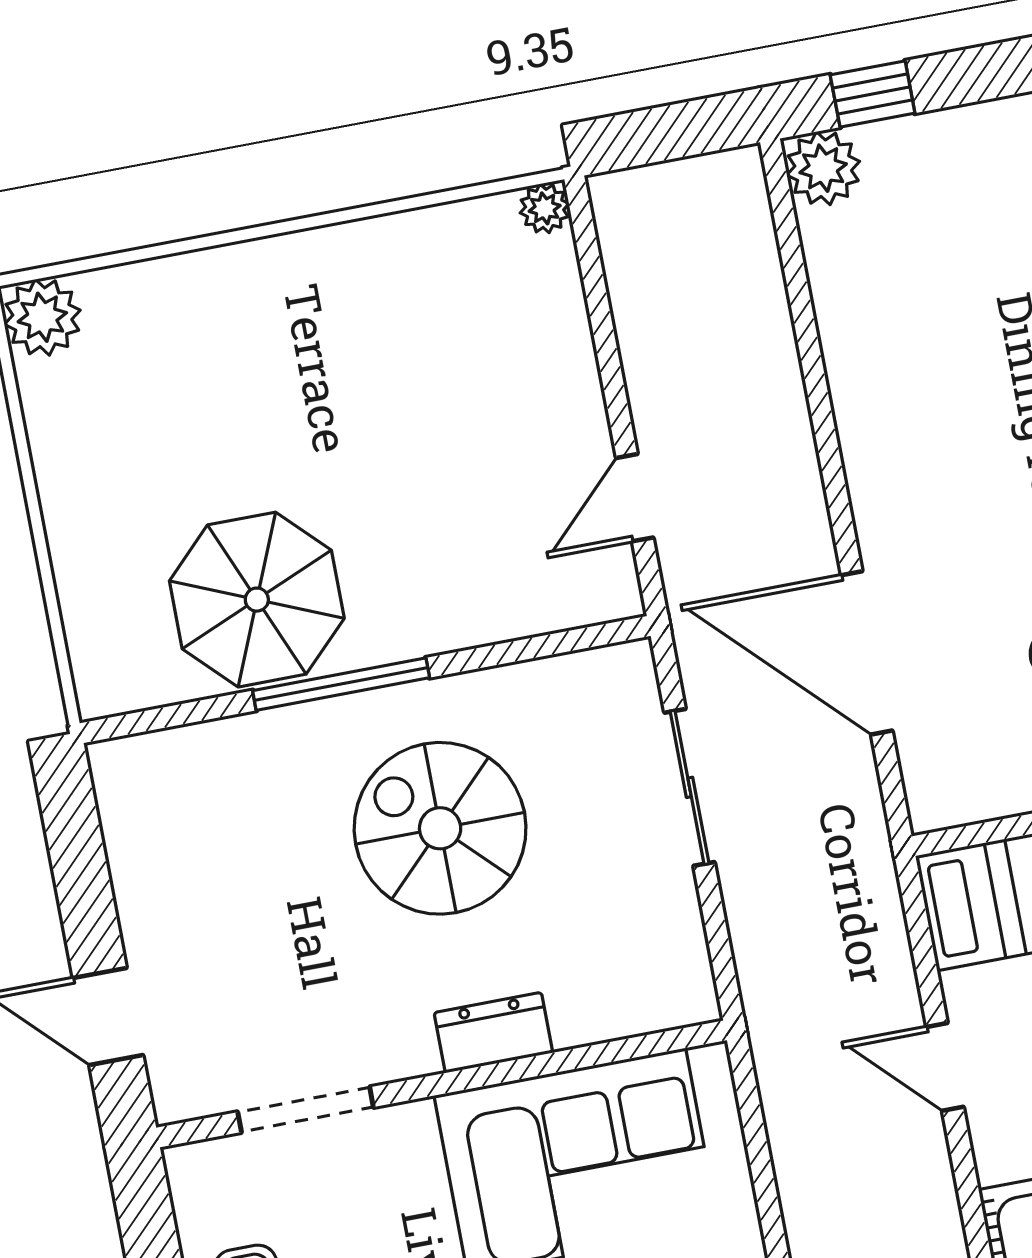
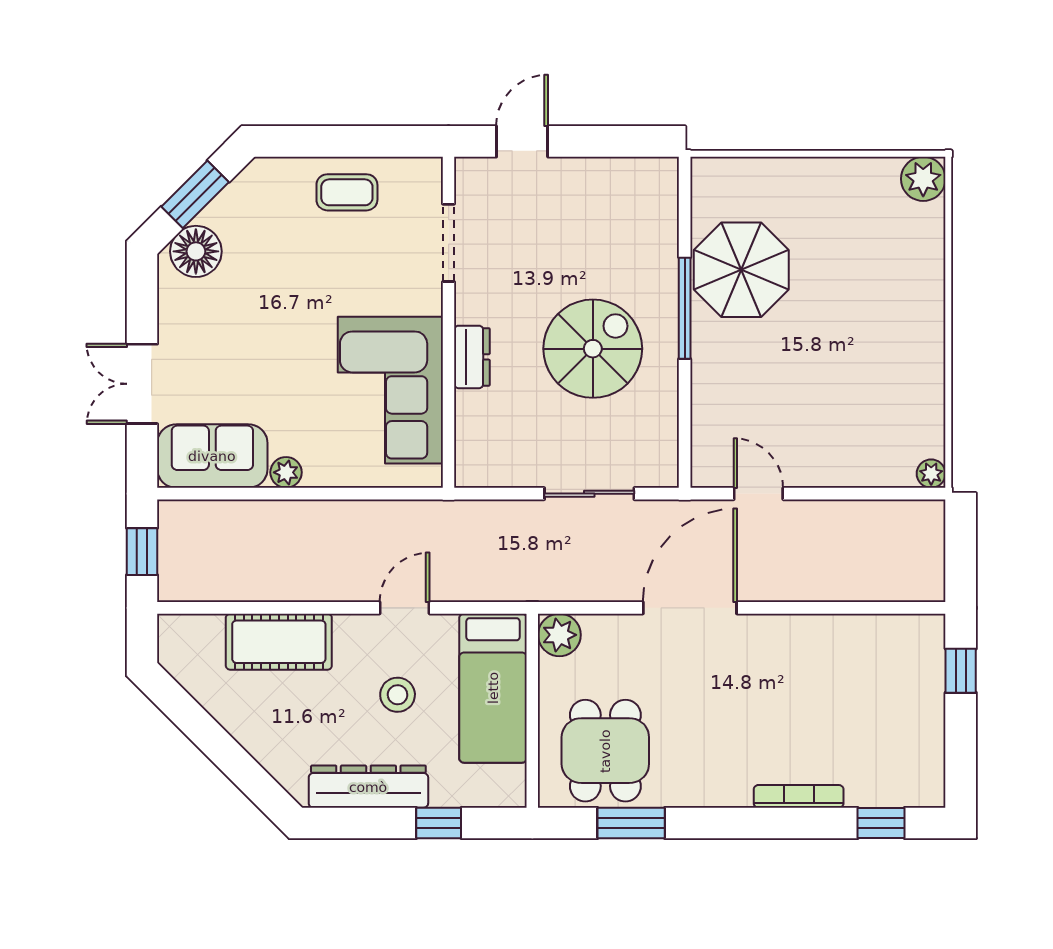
plant: (823, 168) -> (559, 635), moved
door: (867, 653) -> (690, 608), moved

